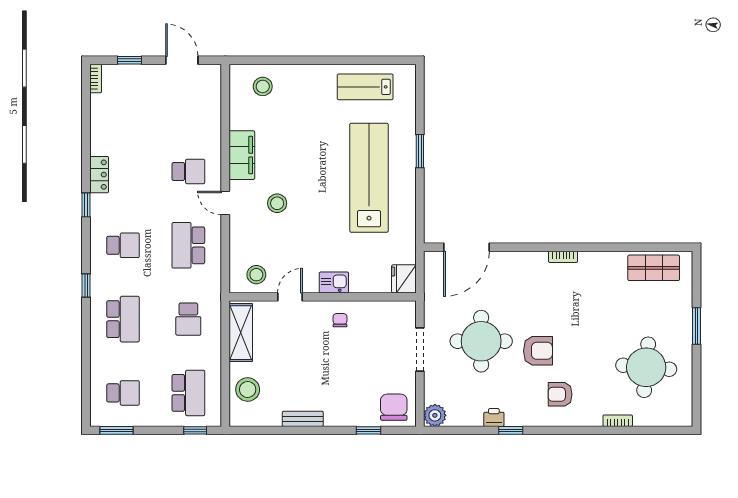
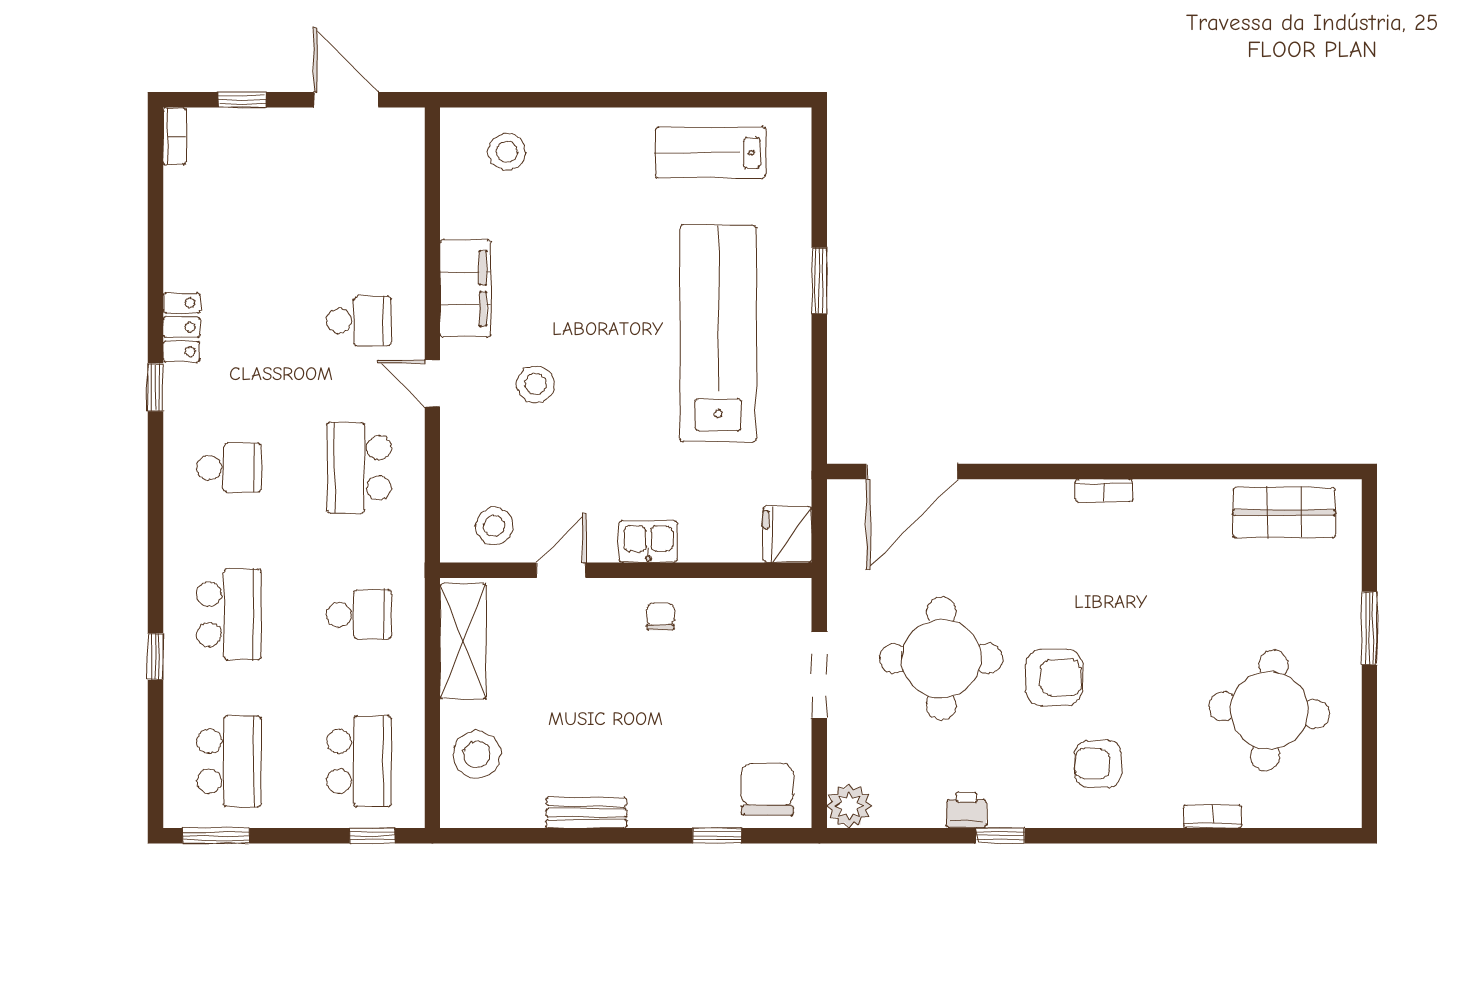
window: (86, 286) -> (155, 657), moved
school desk: (188, 319) -> (359, 614), turned -90
school desk: (123, 393) -> (229, 761), width x1.85

